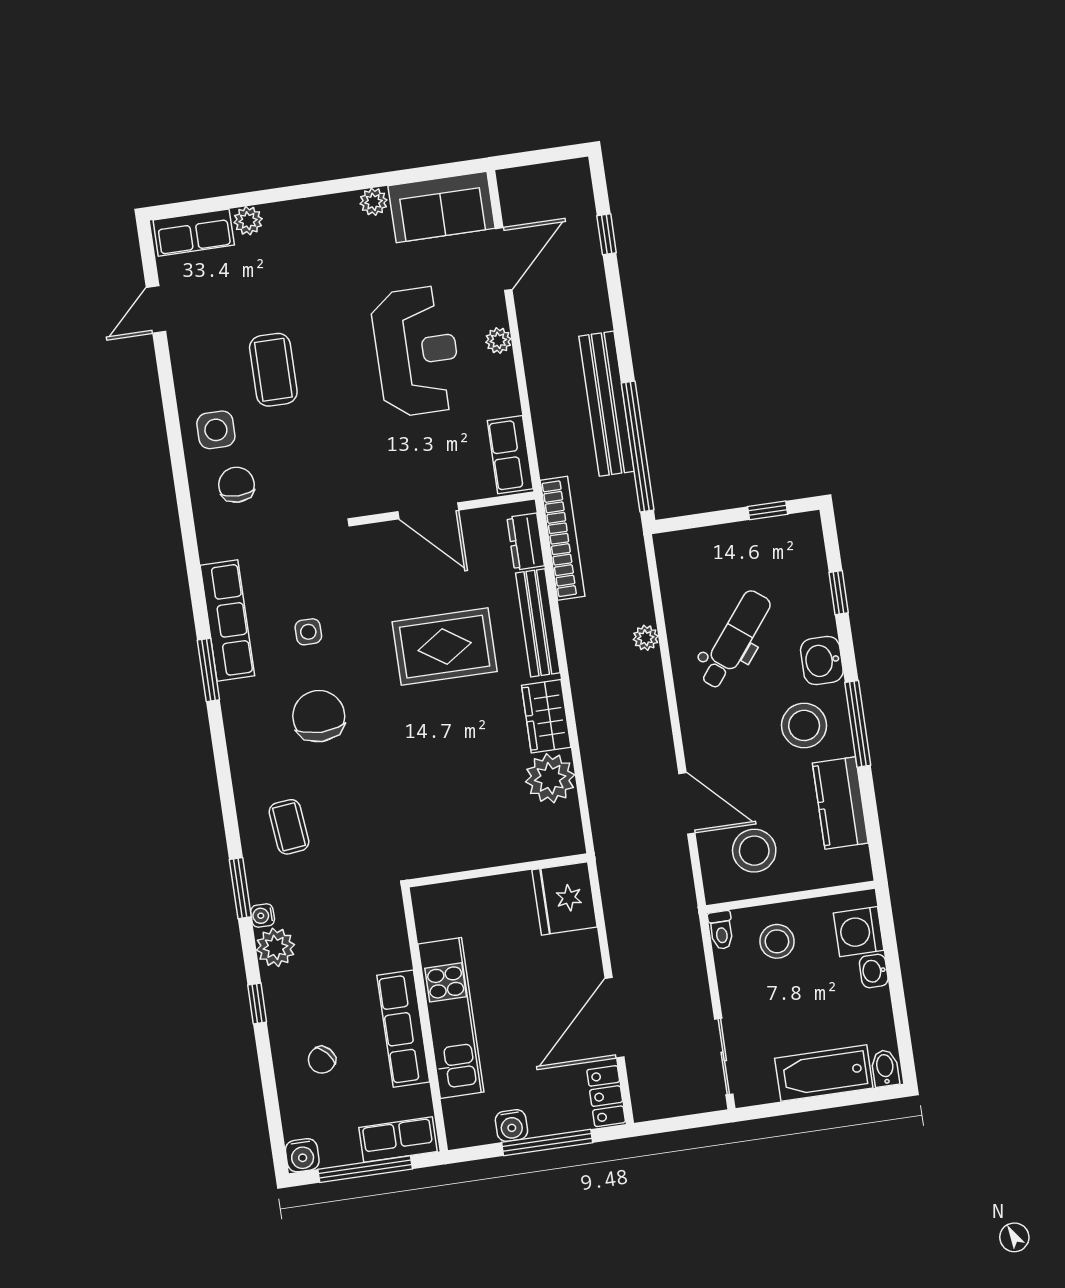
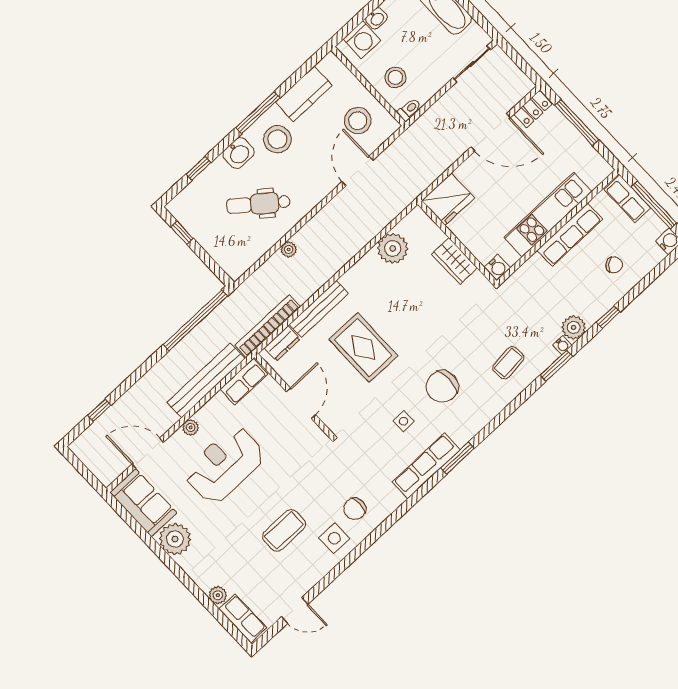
plant: (374, 202) -> (175, 539), width x1.87, depth x1.87
bench: (607, 404) -> (206, 381), moved
wardrobe: (546, 716) -> (454, 261), moved, turned 90
water cooler: (511, 1125) -> (497, 268), moved, turned 90

